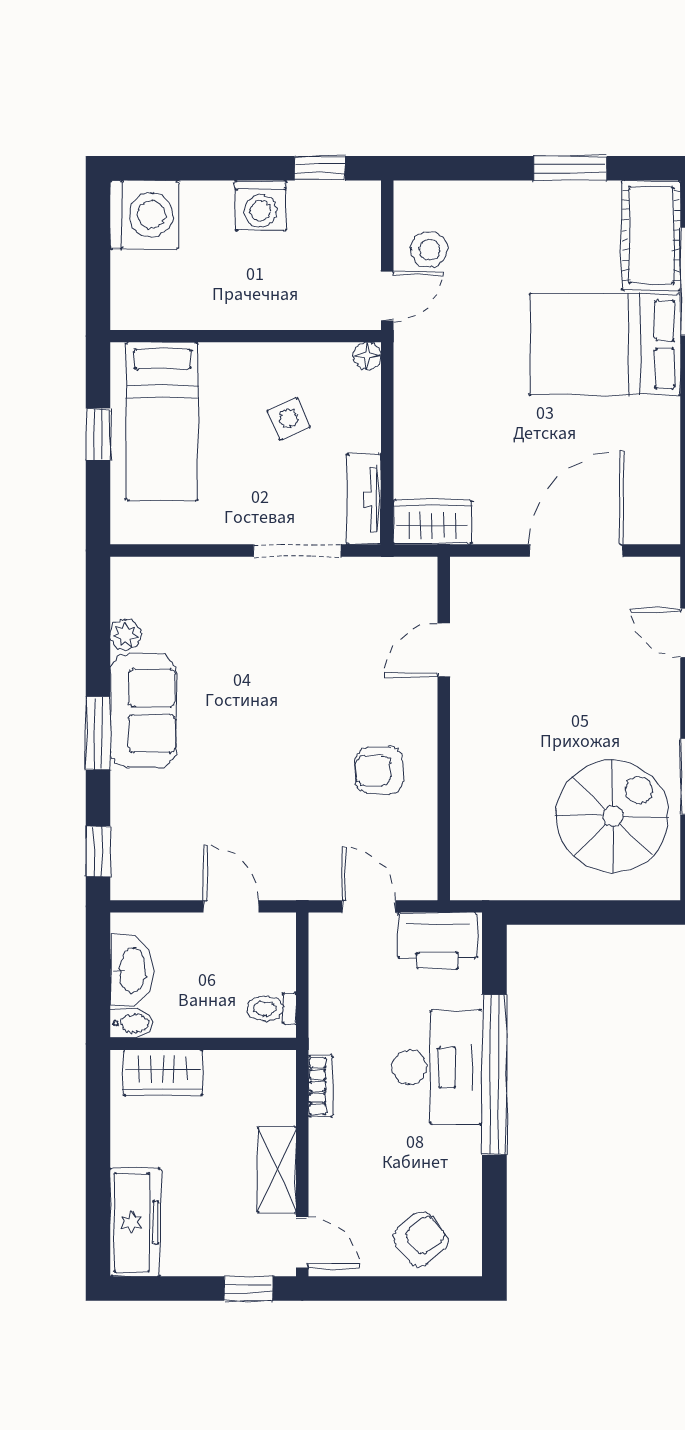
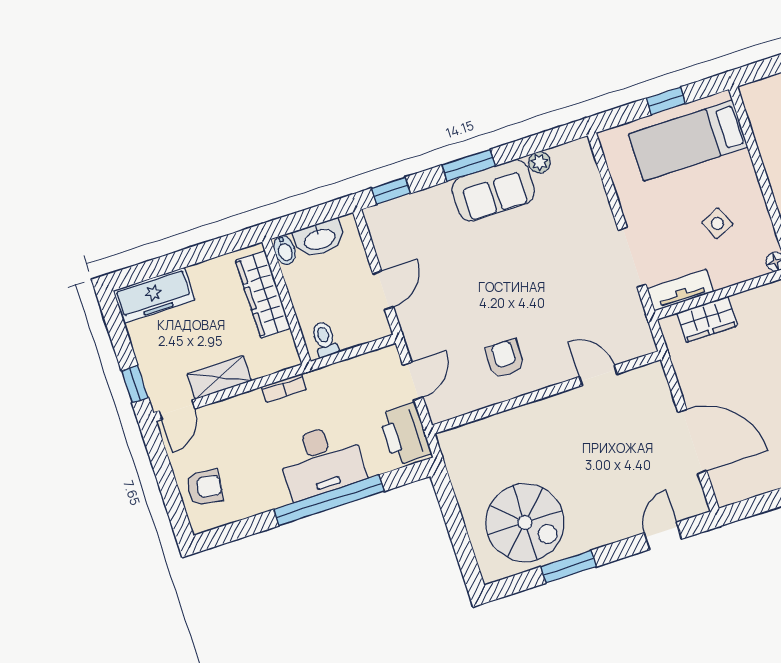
wardrobe: (432, 522) -> (707, 319), moved, turned 90
wardrobe: (163, 1073) -> (263, 294), width x1.50
armchair: (421, 1239) -> (205, 487), turned -44

